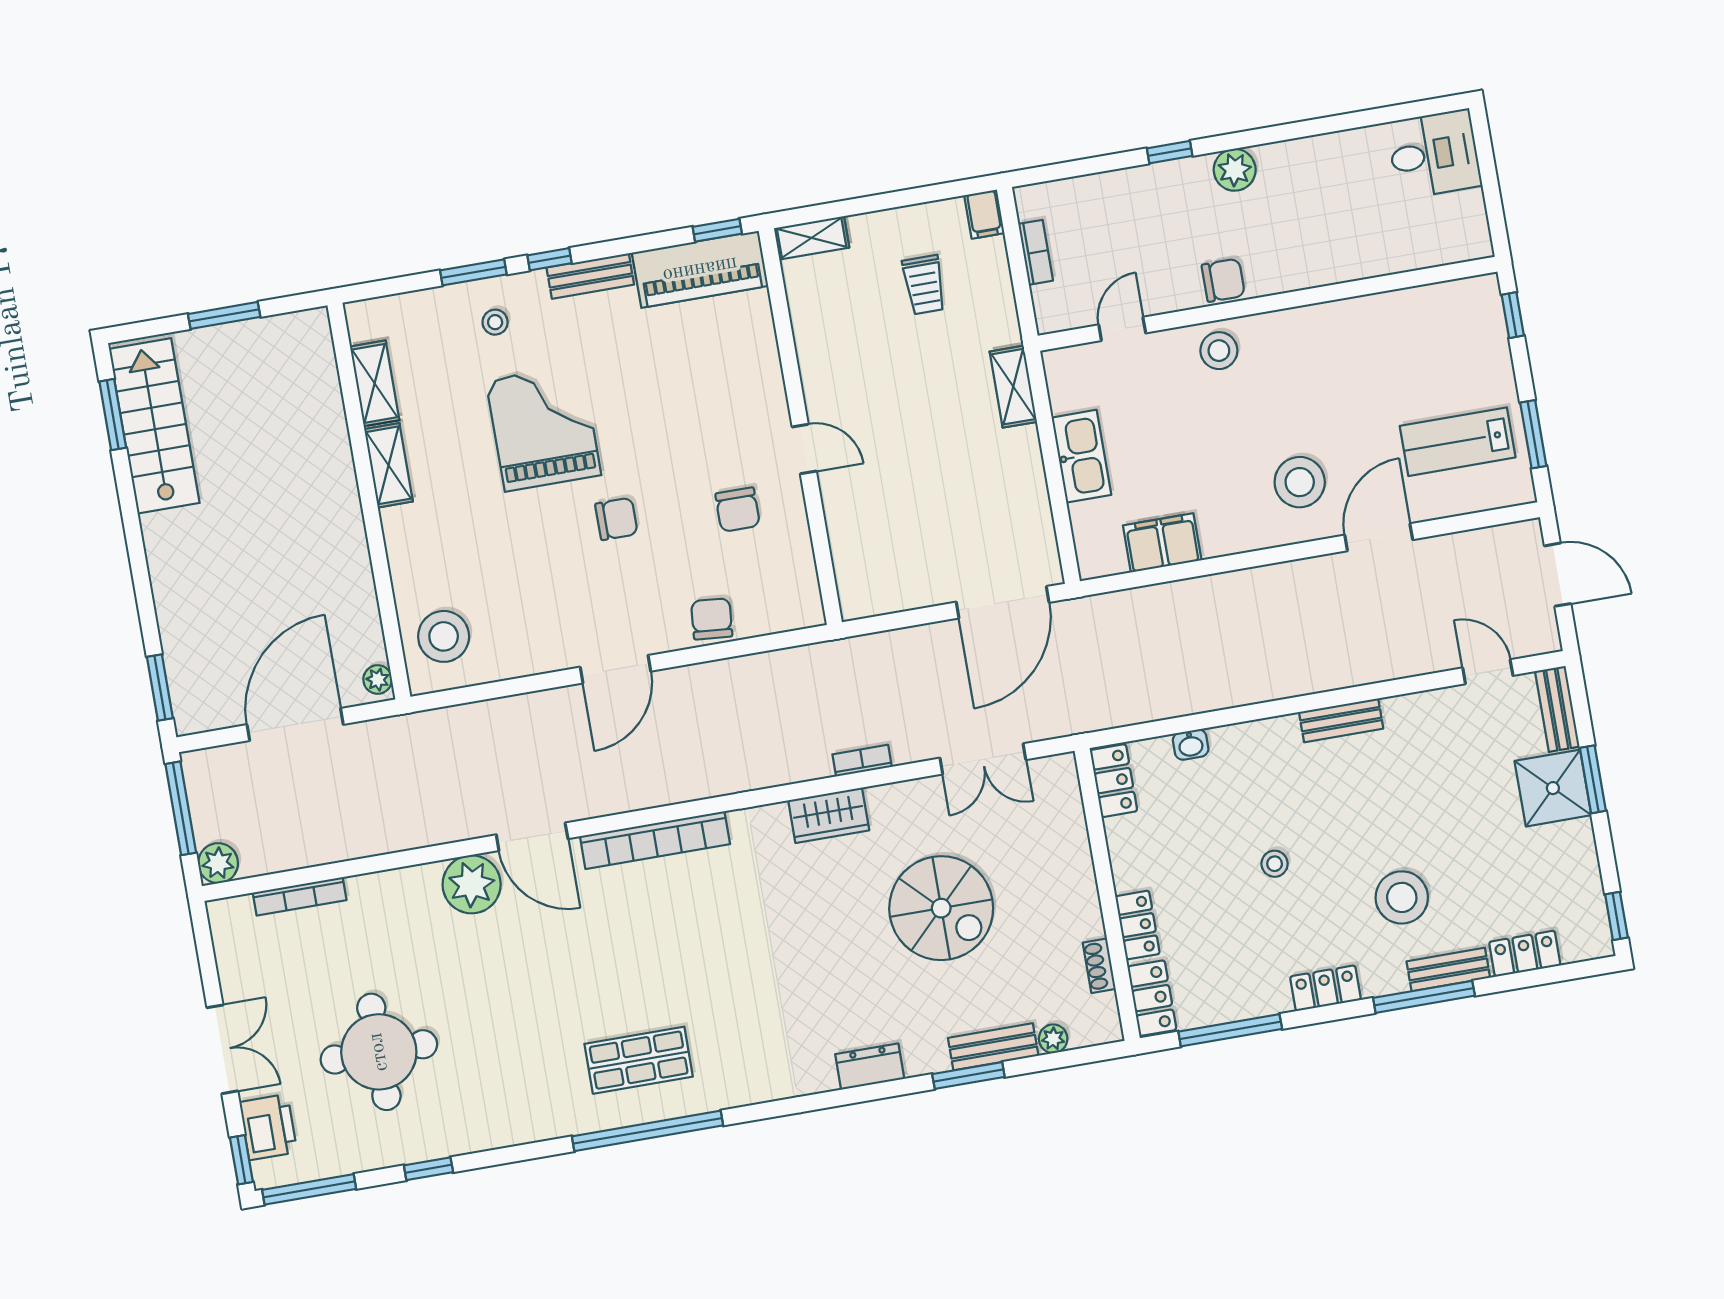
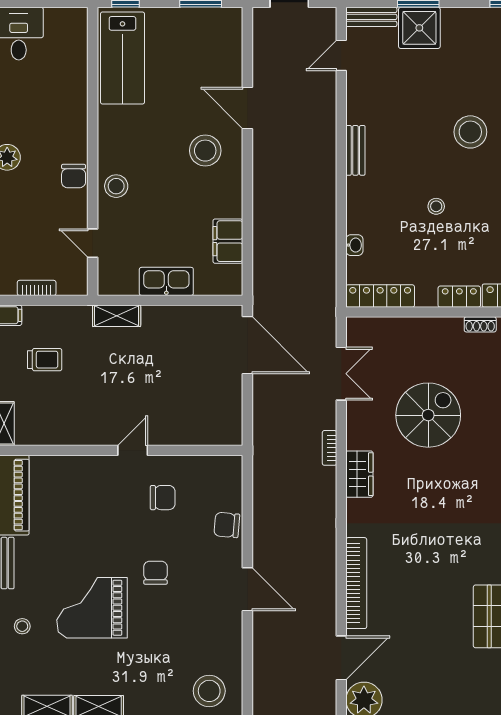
chair: (1223, 280) -> (74, 176), turned 180
lab bench: (1458, 442) -> (122, 58), moved, width x1.36, depth x1.39
locker: (1114, 781) -> (380, 296), width x1.53

